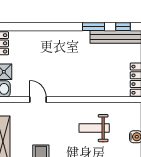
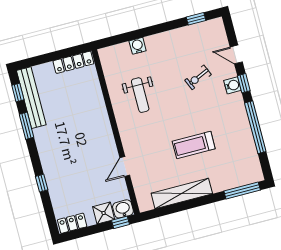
window: (42, 27) -> (42, 183), added

